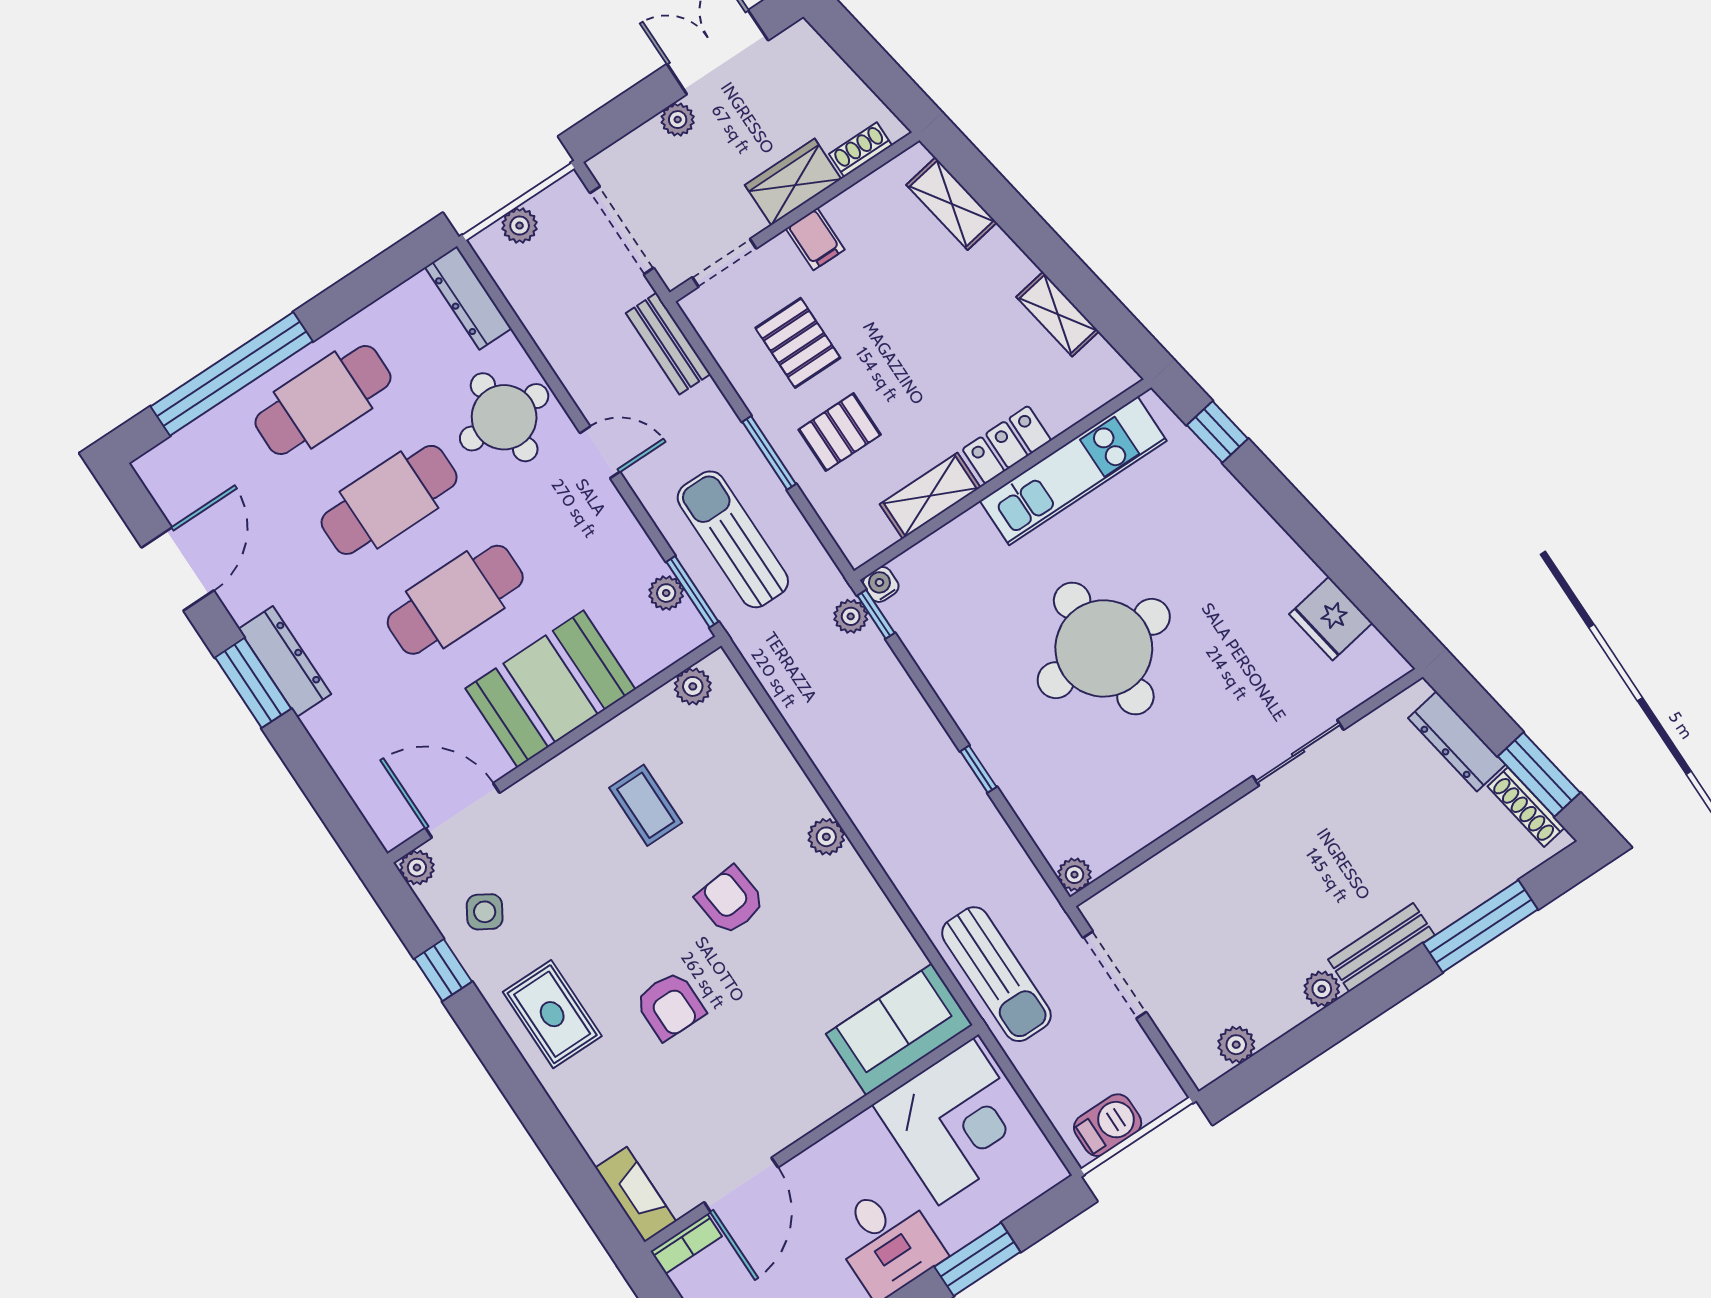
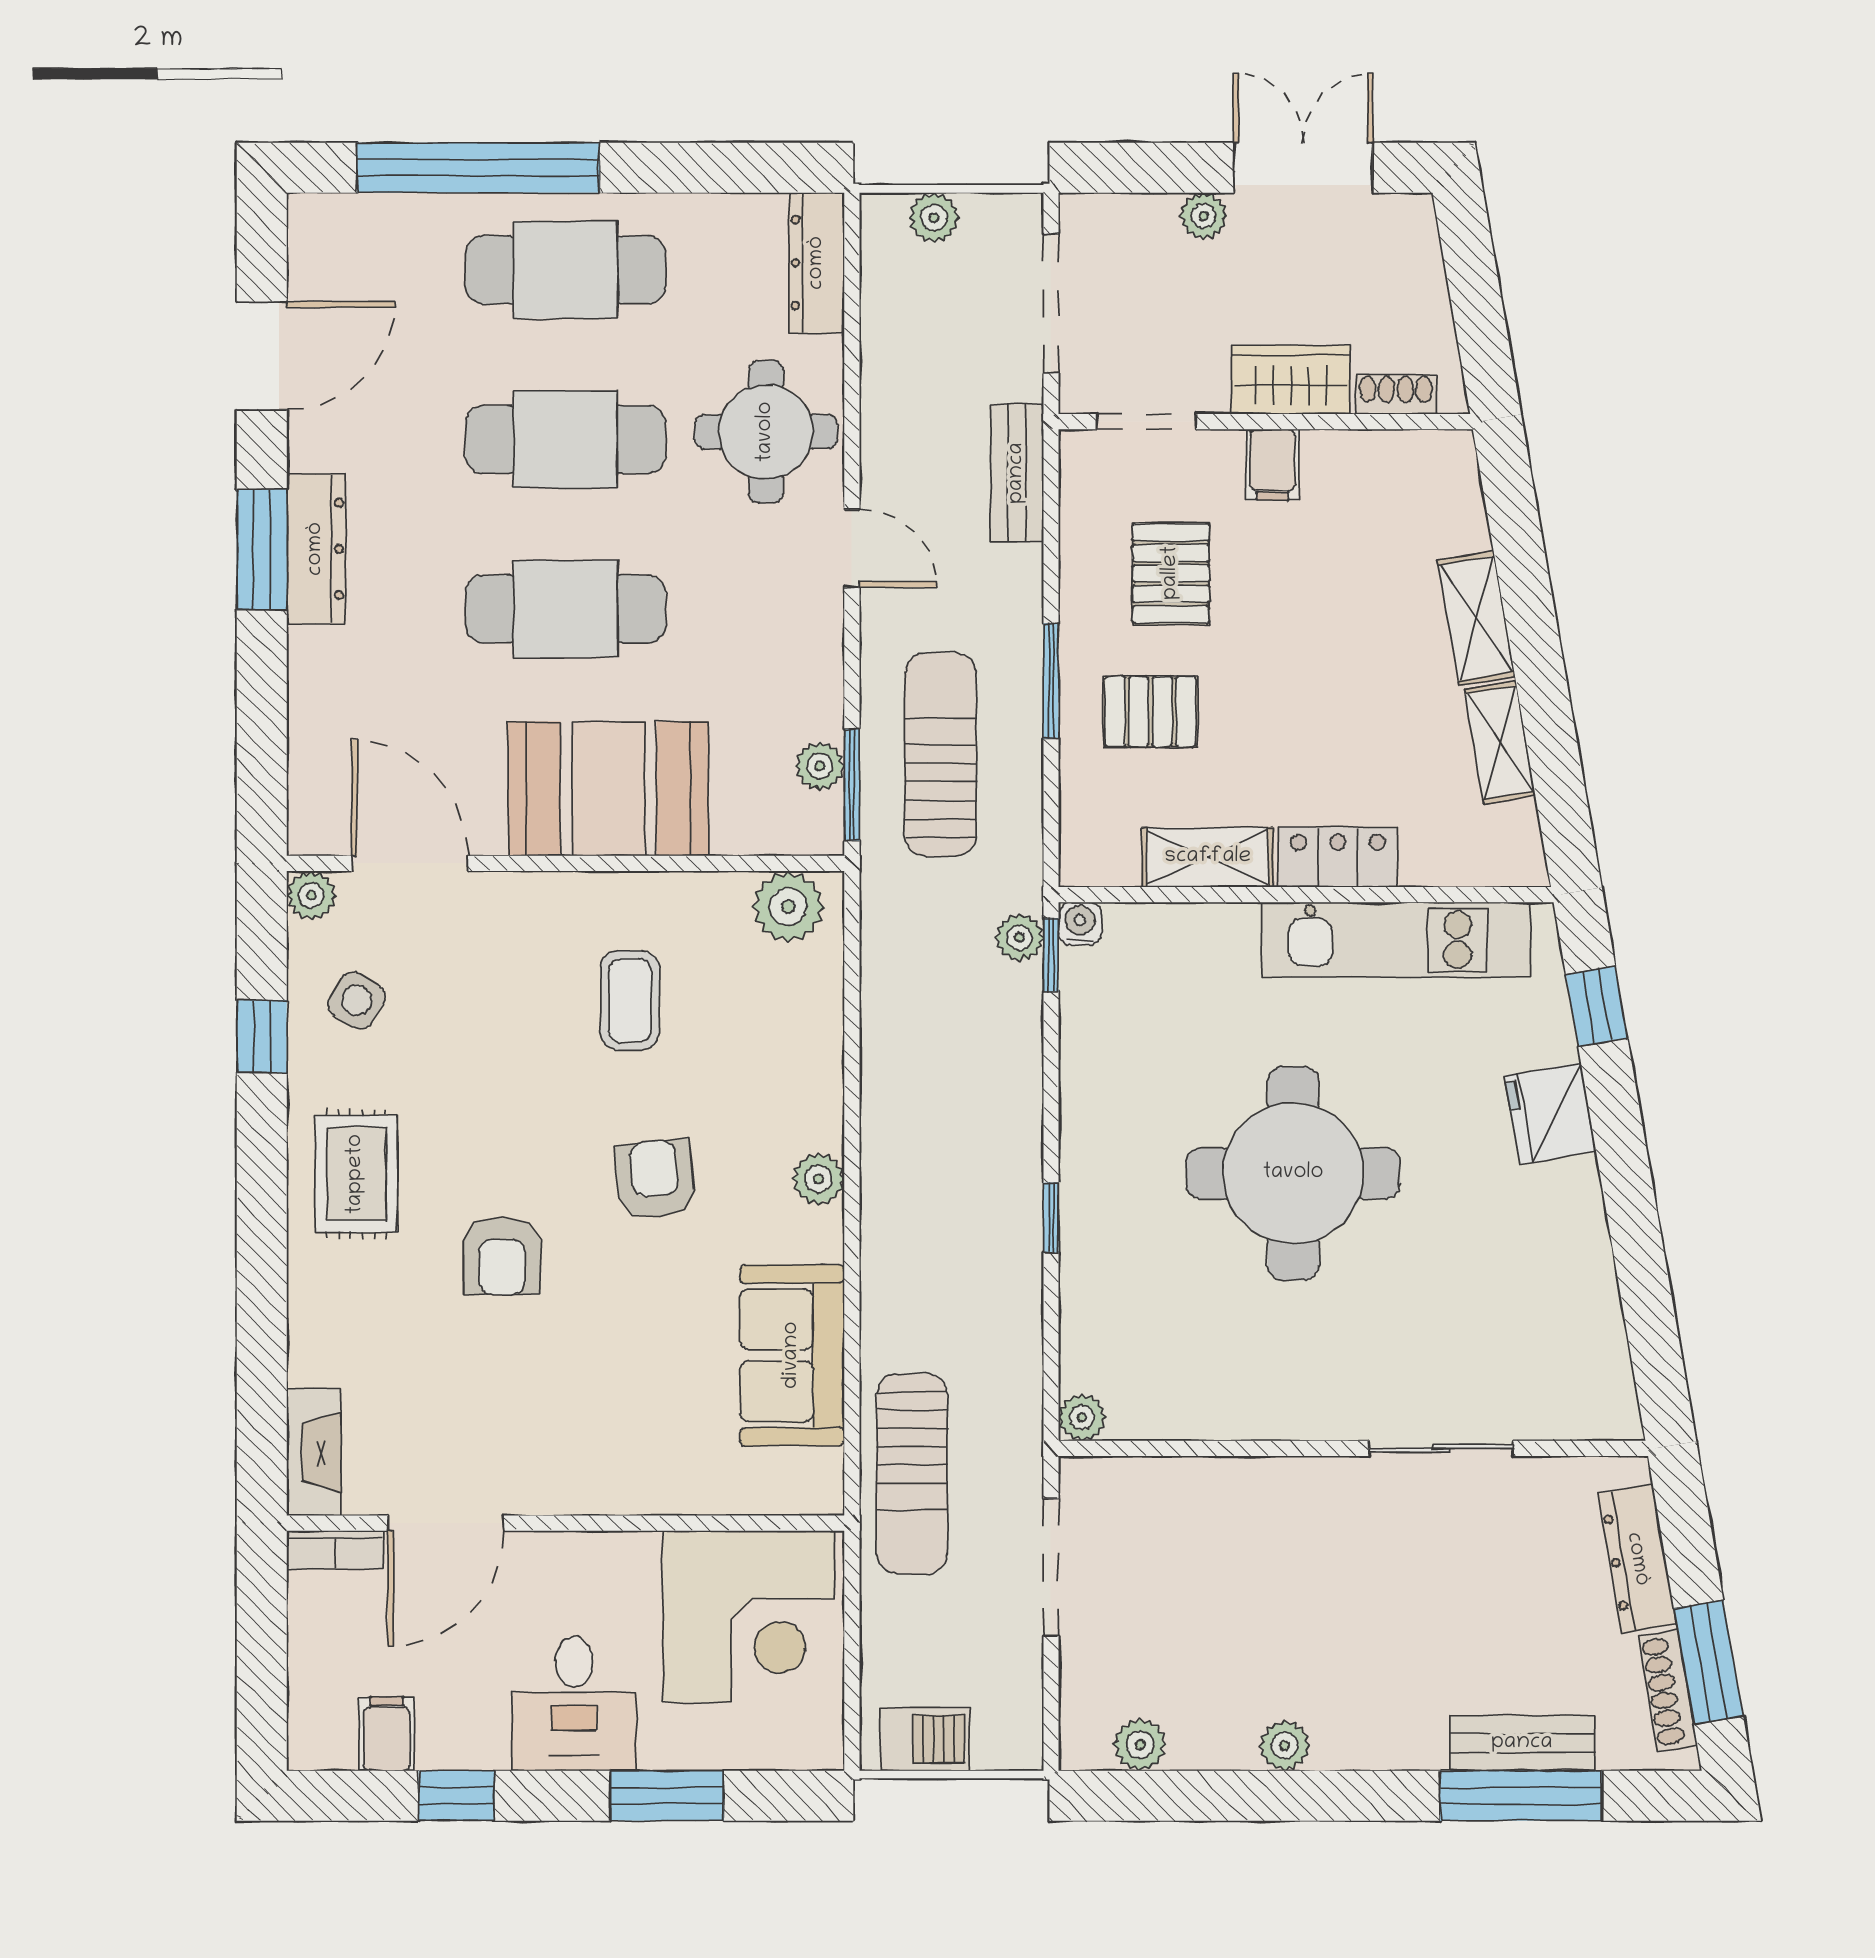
shelving: (952, 204) -> (1476, 618), moved
fridge: (1331, 619) -> (1550, 1113), moved
plant: (693, 686) -> (788, 907), width x1.38, depth x1.38
bench: (1381, 947) -> (1522, 1743), moved
sofa: (899, 1030) -> (792, 1355), moved, turned -90

